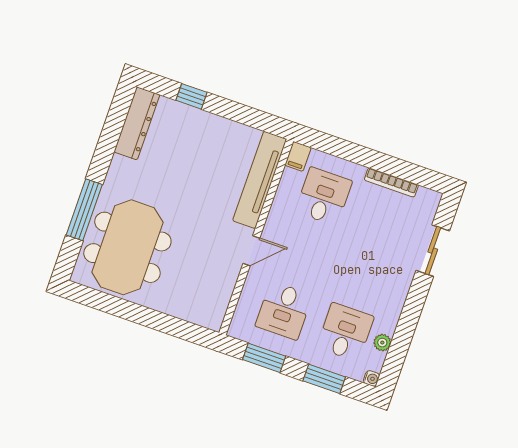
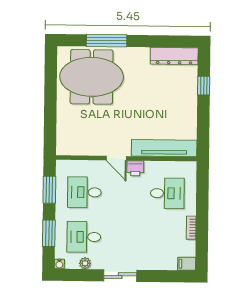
filing cabinet: (298, 156) -> (187, 264), moved
bookcase: (391, 182) -> (191, 228), width x0.64
printer: (274, 229) -> (135, 168), added
sliding door: (433, 251) -> (120, 276), moved
desk: (345, 332) -> (84, 237), turned 180

